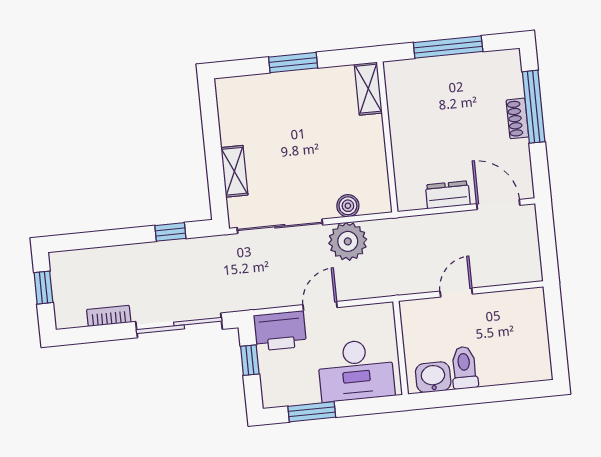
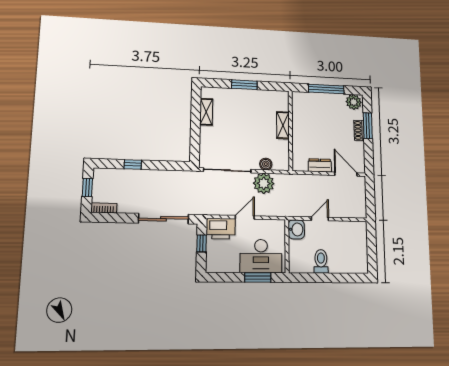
plant: (503, 65) -> (354, 102), added
shelving: (368, 89) -> (283, 125), moved
window: (534, 107) -> (368, 126), width x0.69
shelving: (234, 171) -> (206, 112), moved
window: (170, 232) -> (133, 164), moved
bookcase: (109, 316) -> (104, 208), moved
washbasin: (433, 377) -> (296, 229), moved, turned 90
window: (312, 412) -> (258, 277), moved

